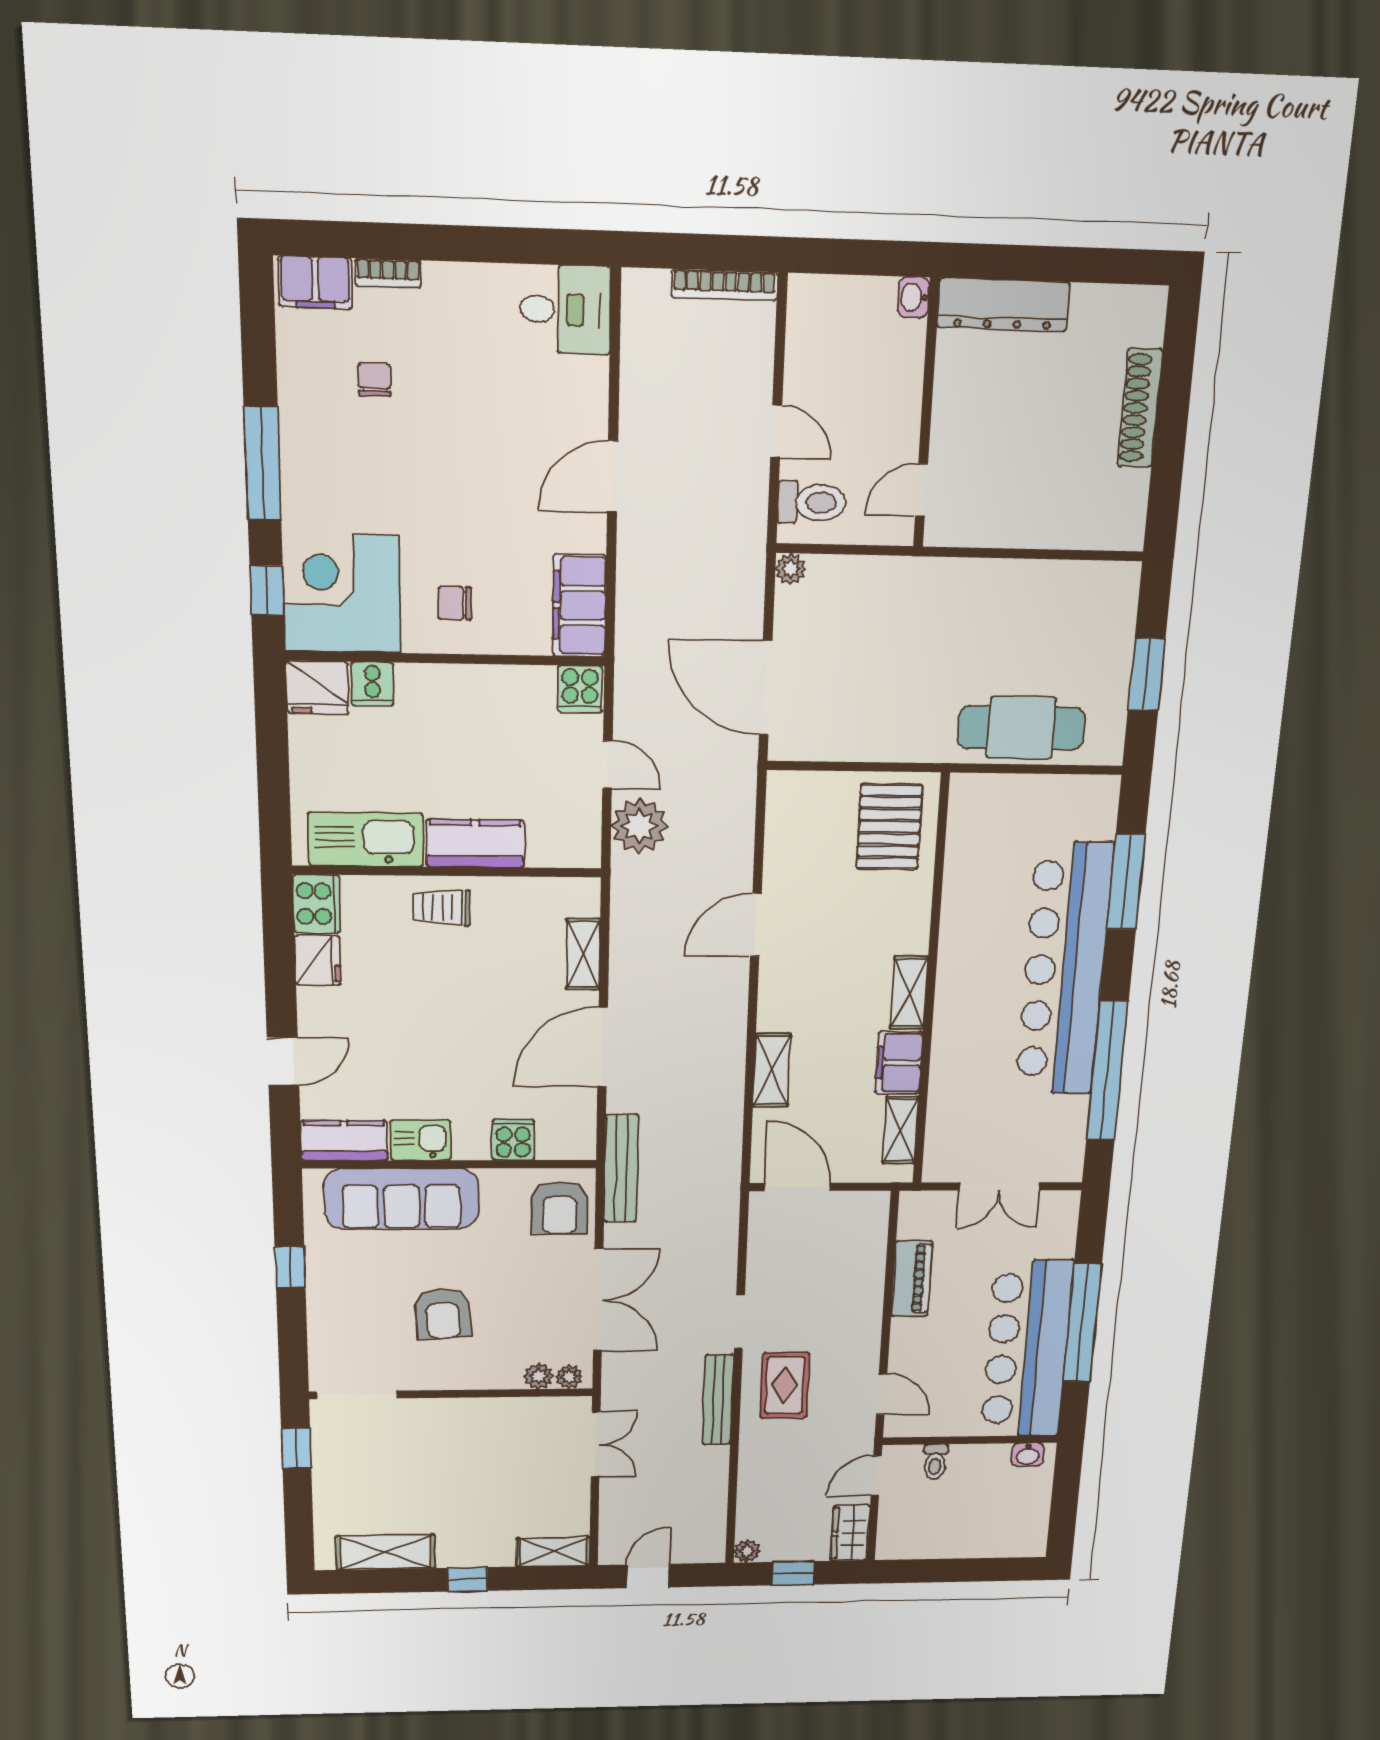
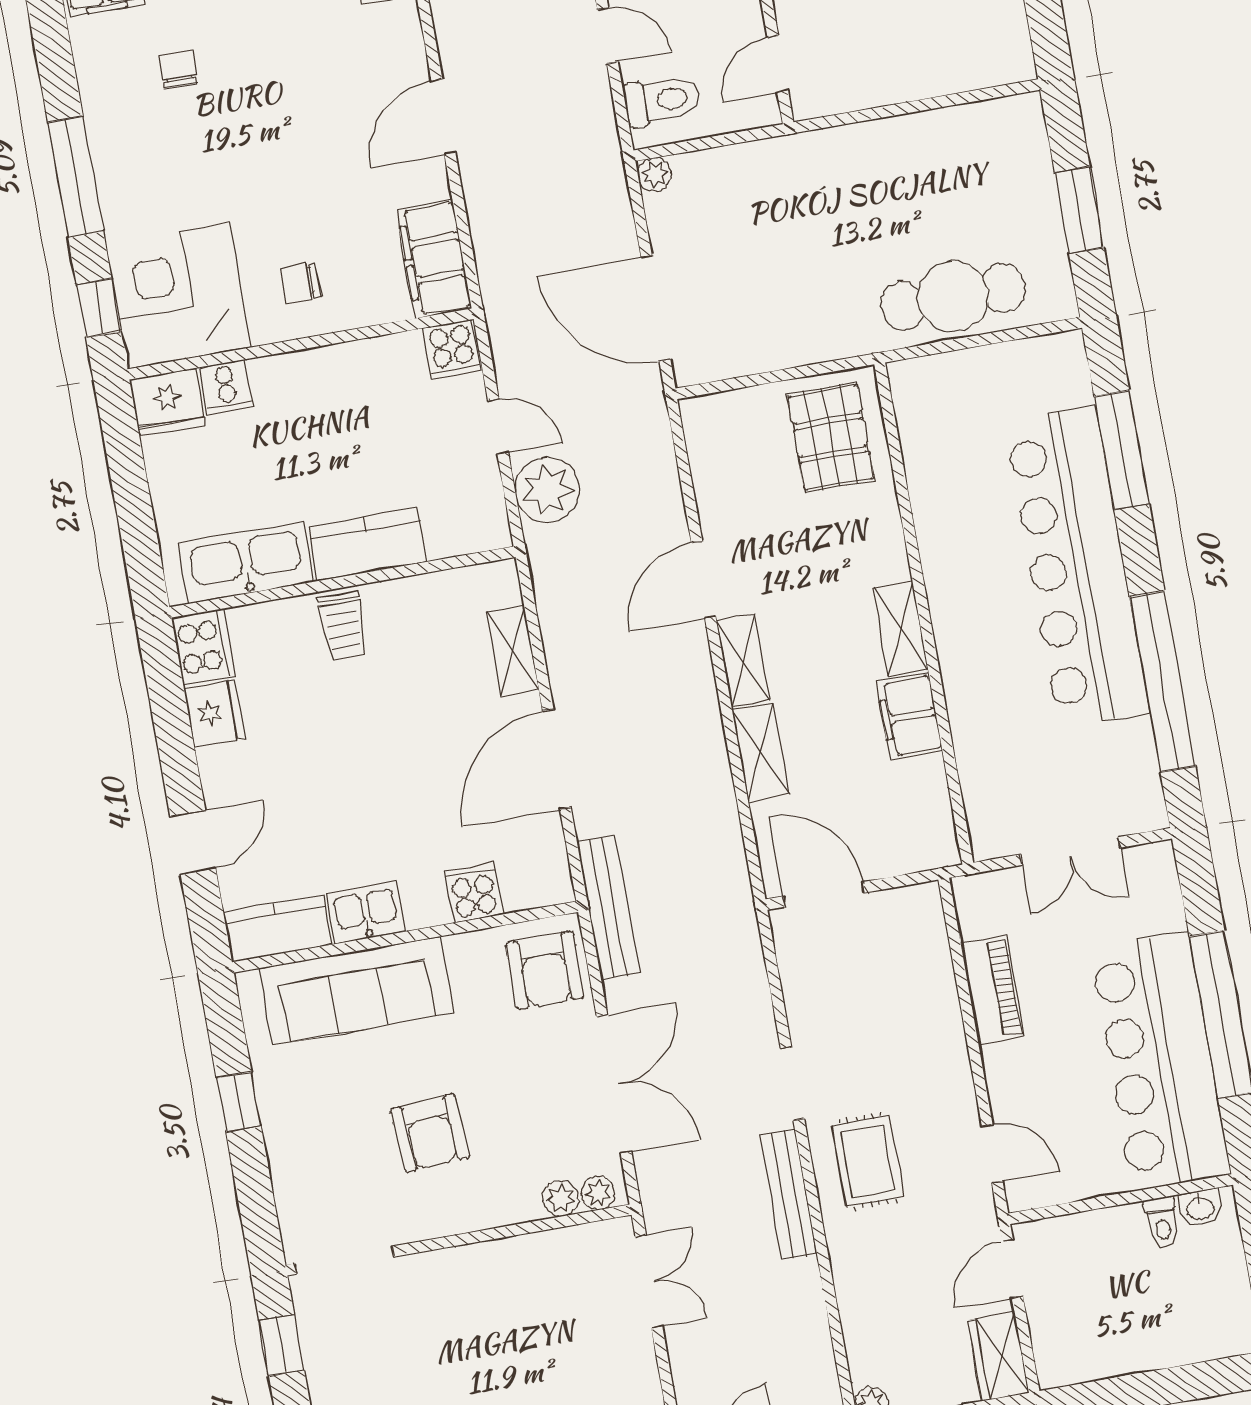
trolley: (442, 908) -> (343, 625), turned -91
shelving: (900, 1130) -> (743, 661), moved
toilet: (935, 1462) -> (1162, 1223), moved

